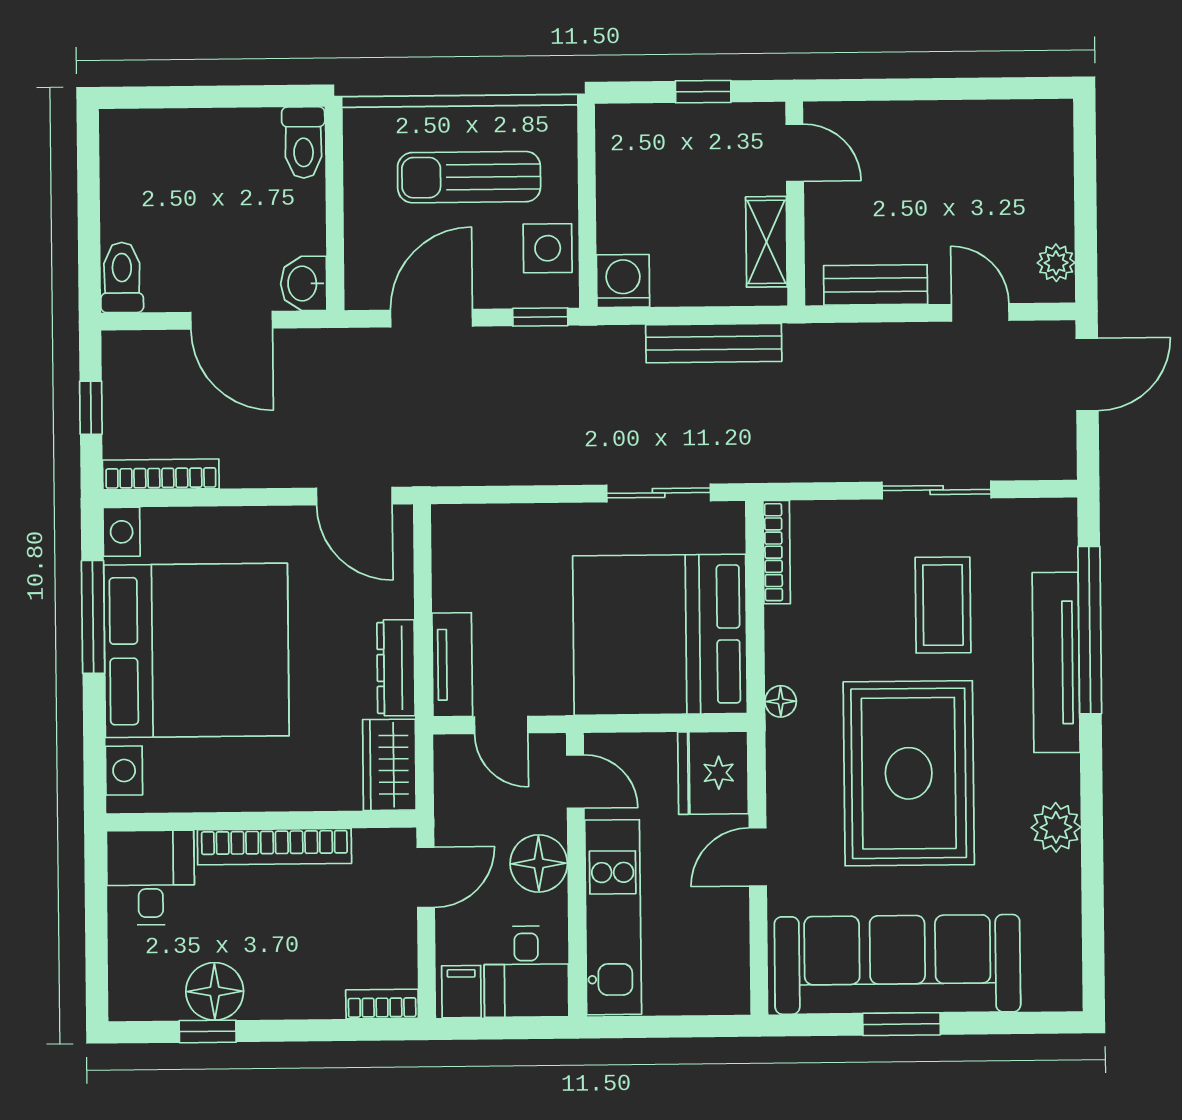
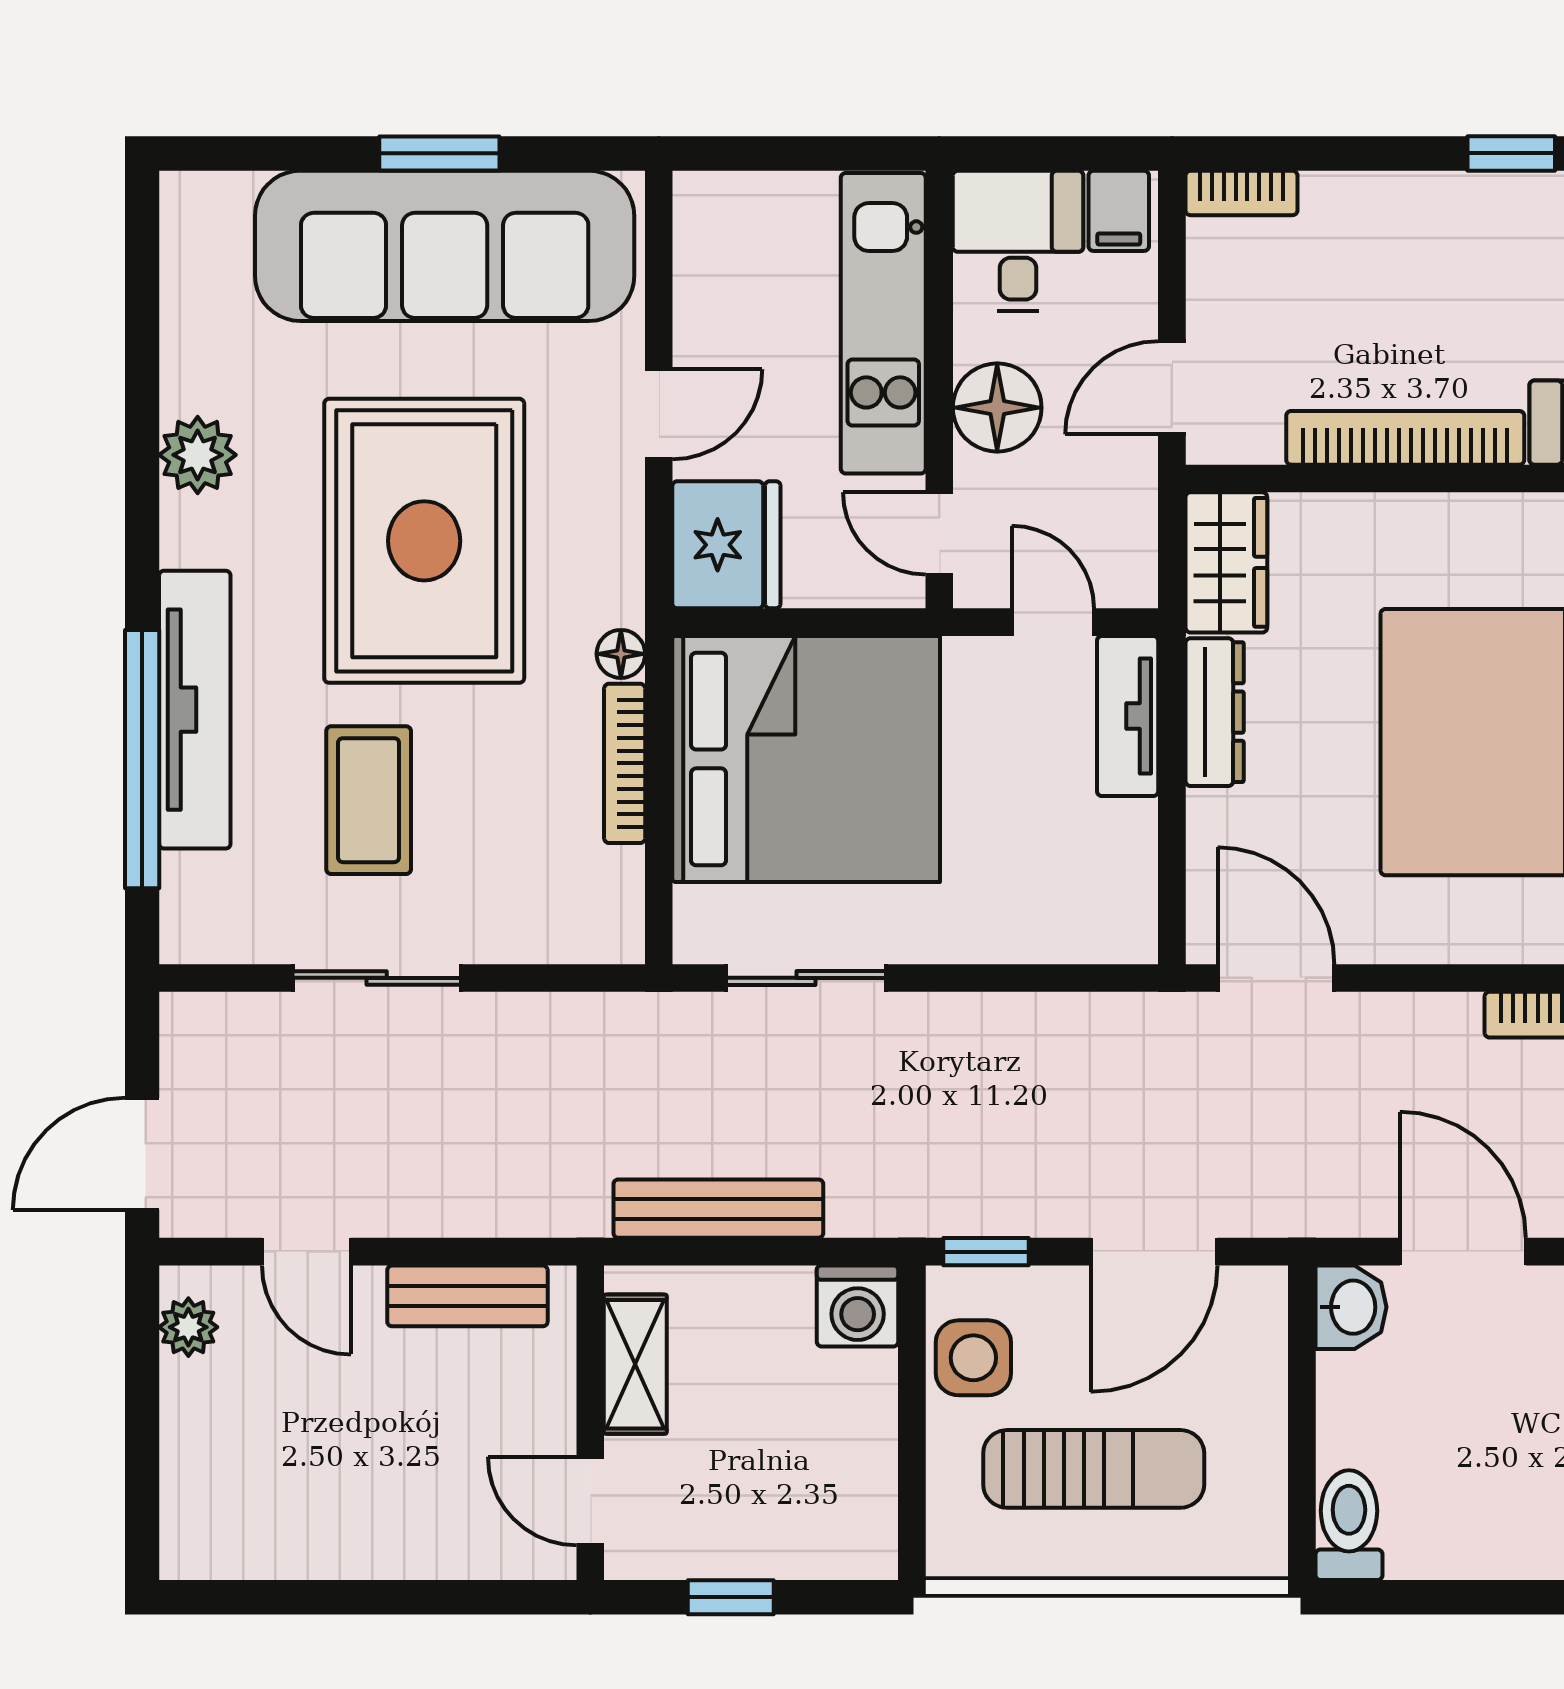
bookcase: (777, 552) -> (625, 763), moved
floor lamp: (215, 991) -> (1500, 215), removed

